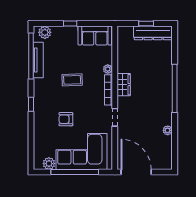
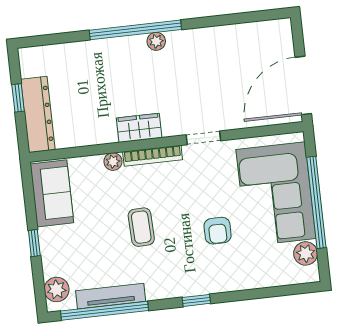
dresser: (153, 33) -> (38, 114), moved
plant: (168, 130) -> (156, 41), moved

